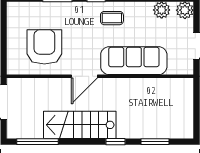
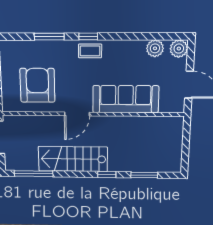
coffee table: (112, 18) -> (90, 51), moved

